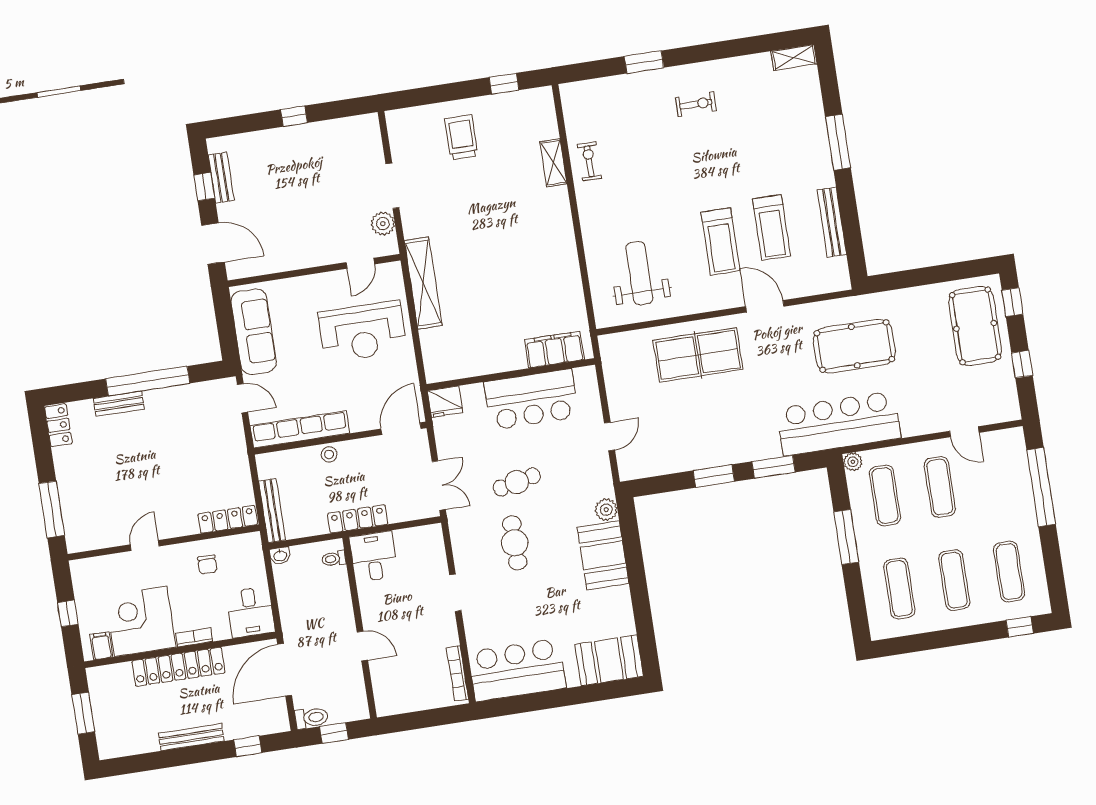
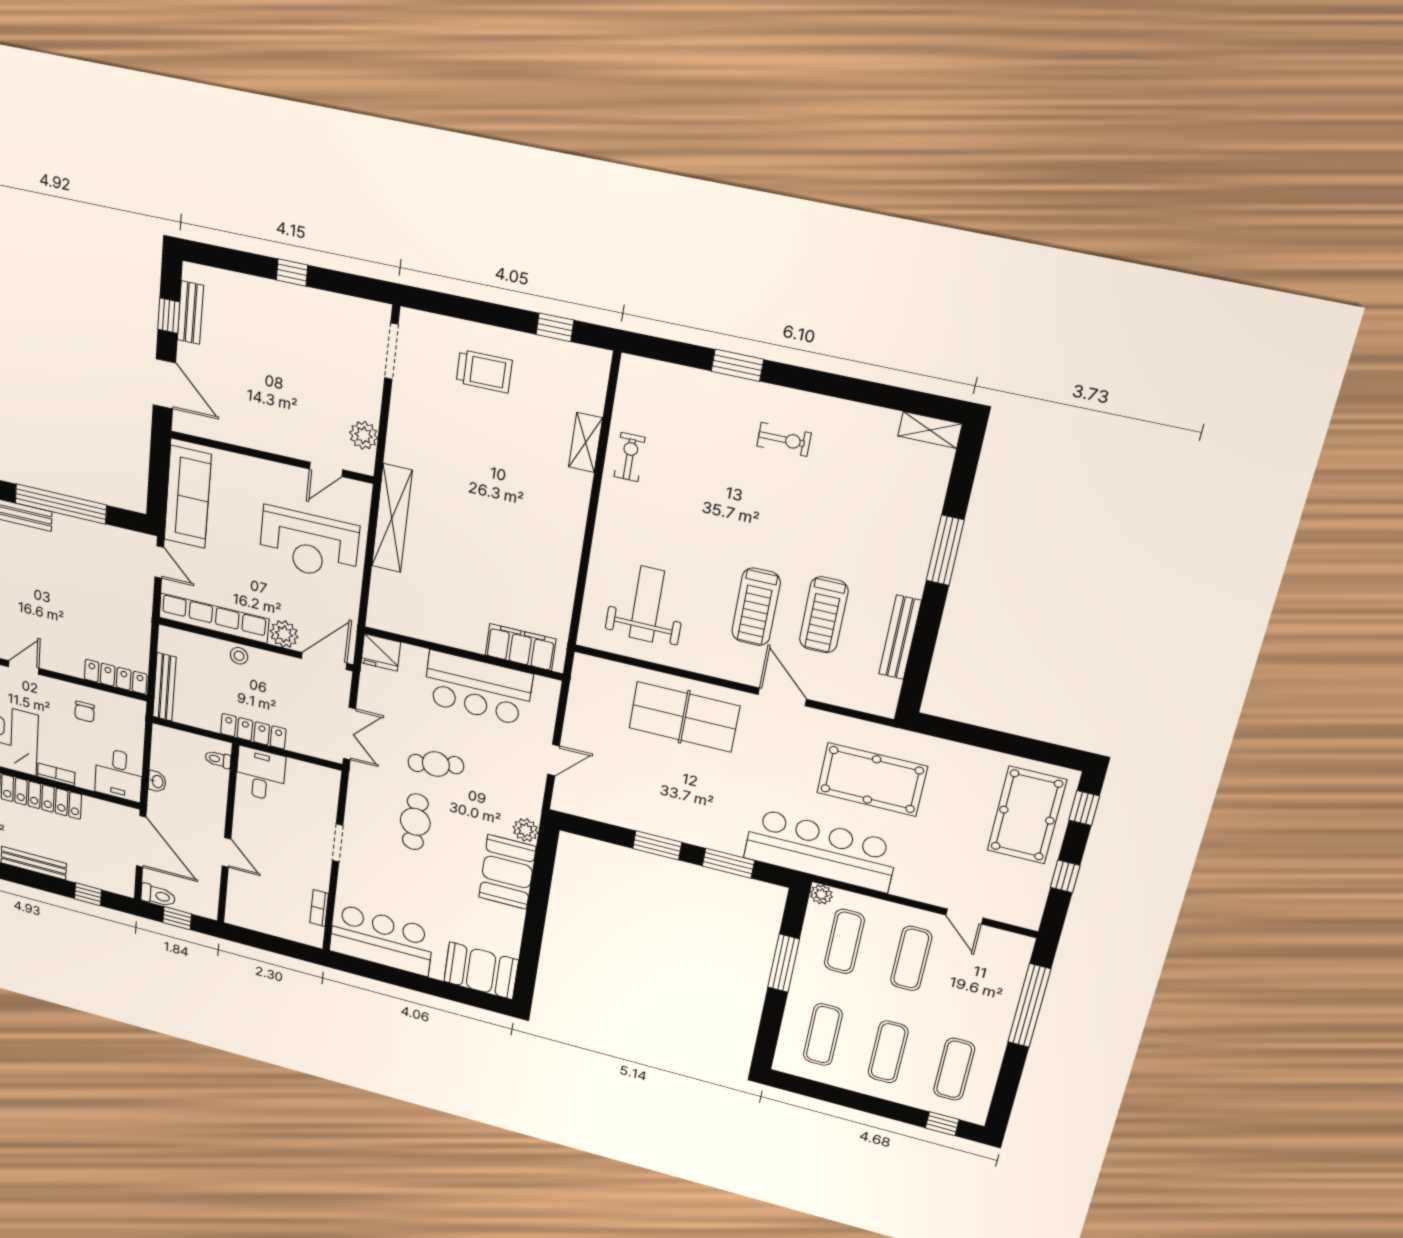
trolley: (461, 137) -> (484, 371), turned 90
doorway: (392, 186) -> (391, 351), moved
plant: (362, 419) -> (284, 634), added
washbasin: (280, 556) -> (157, 781), moved, turned -90
door: (285, 670) -> (141, 841), swing flipped
bookcase: (457, 673) -> (319, 908), width x0.64

